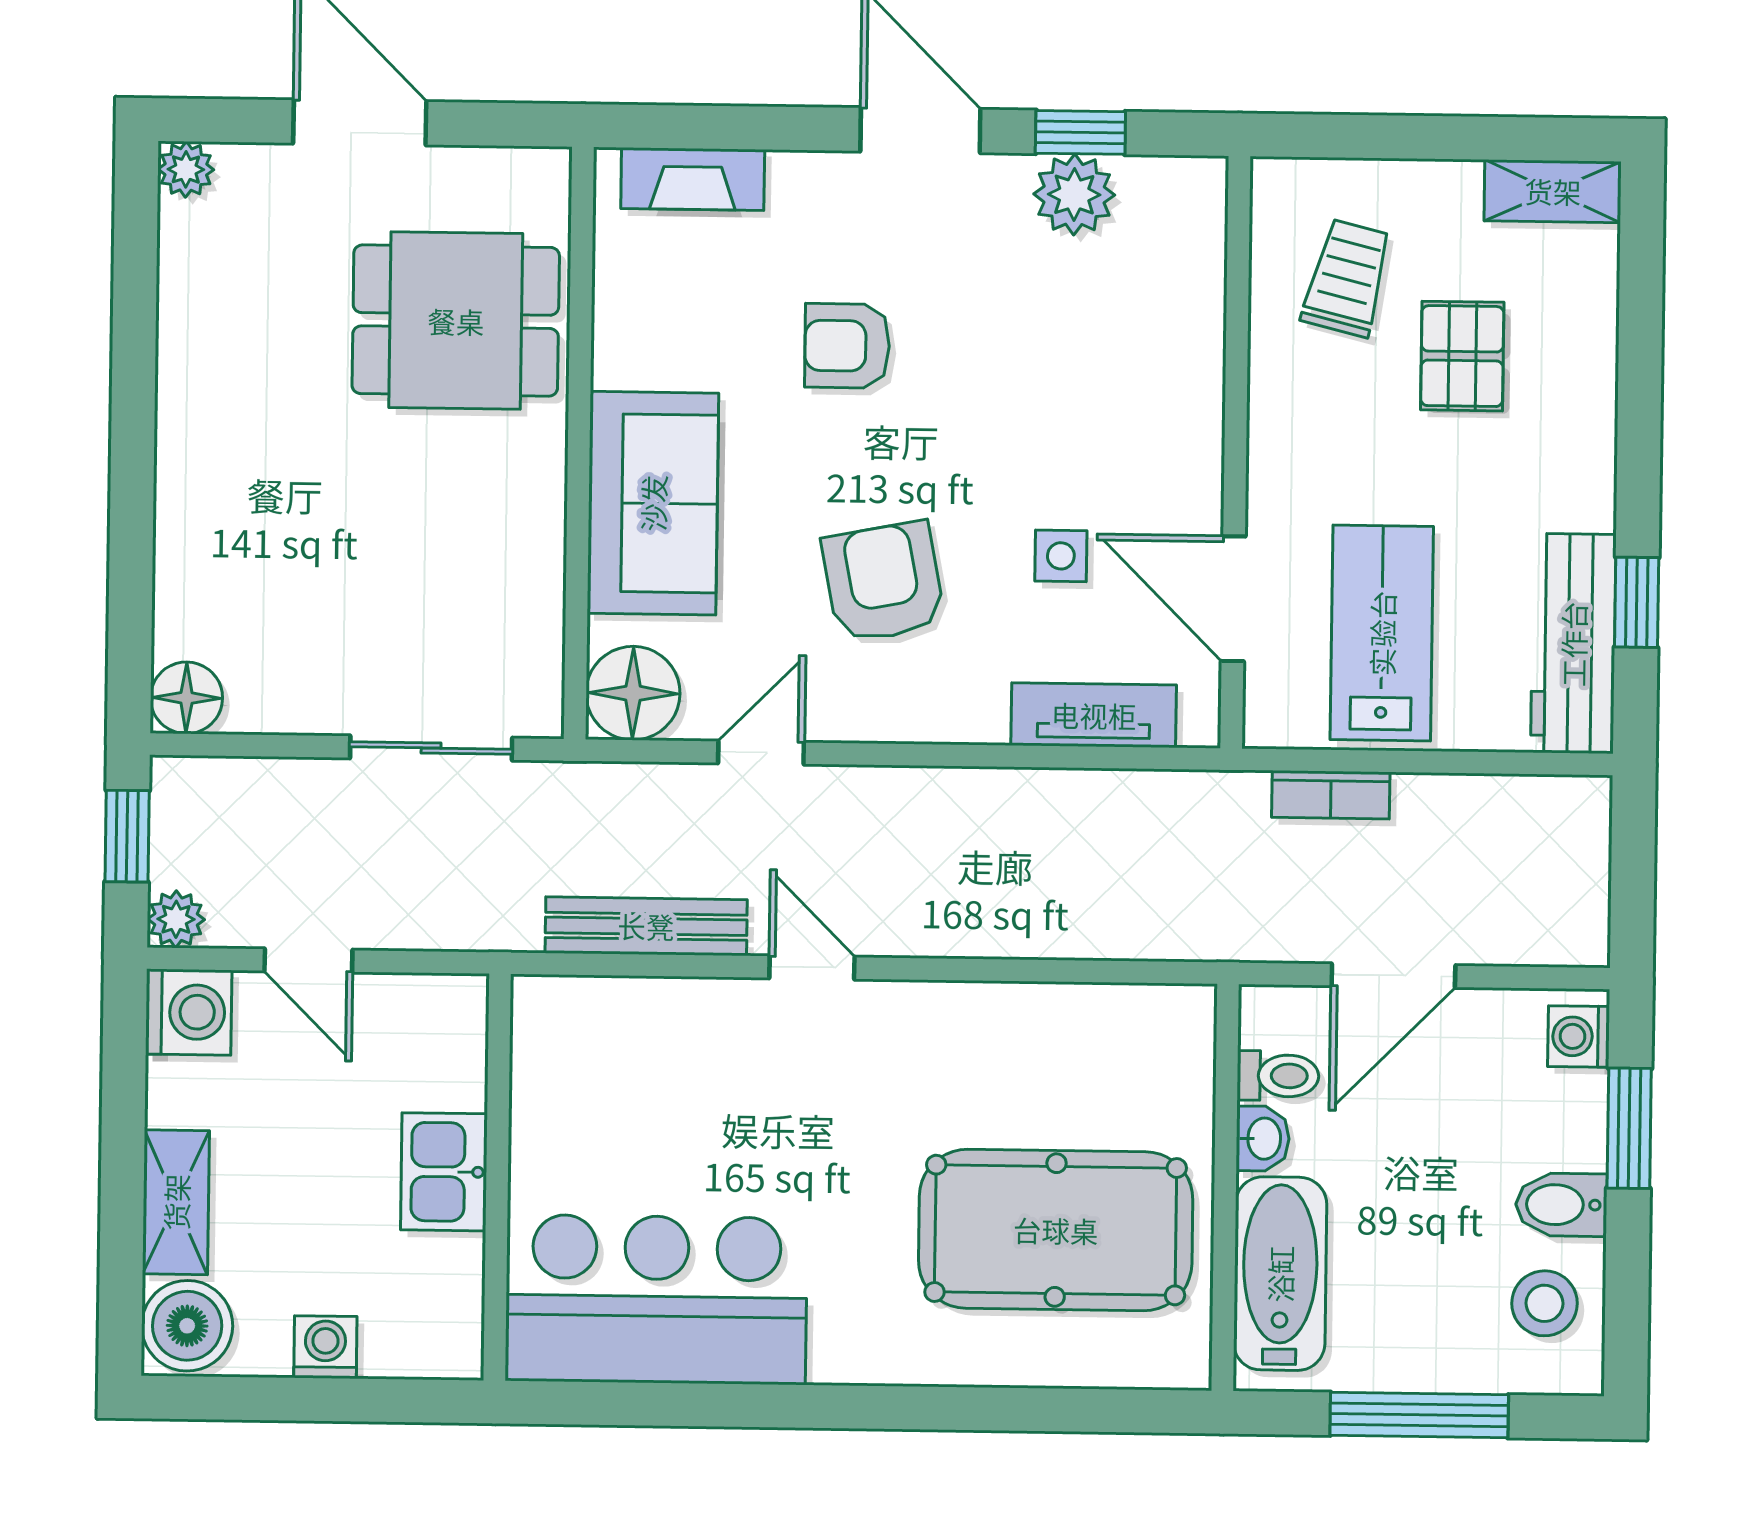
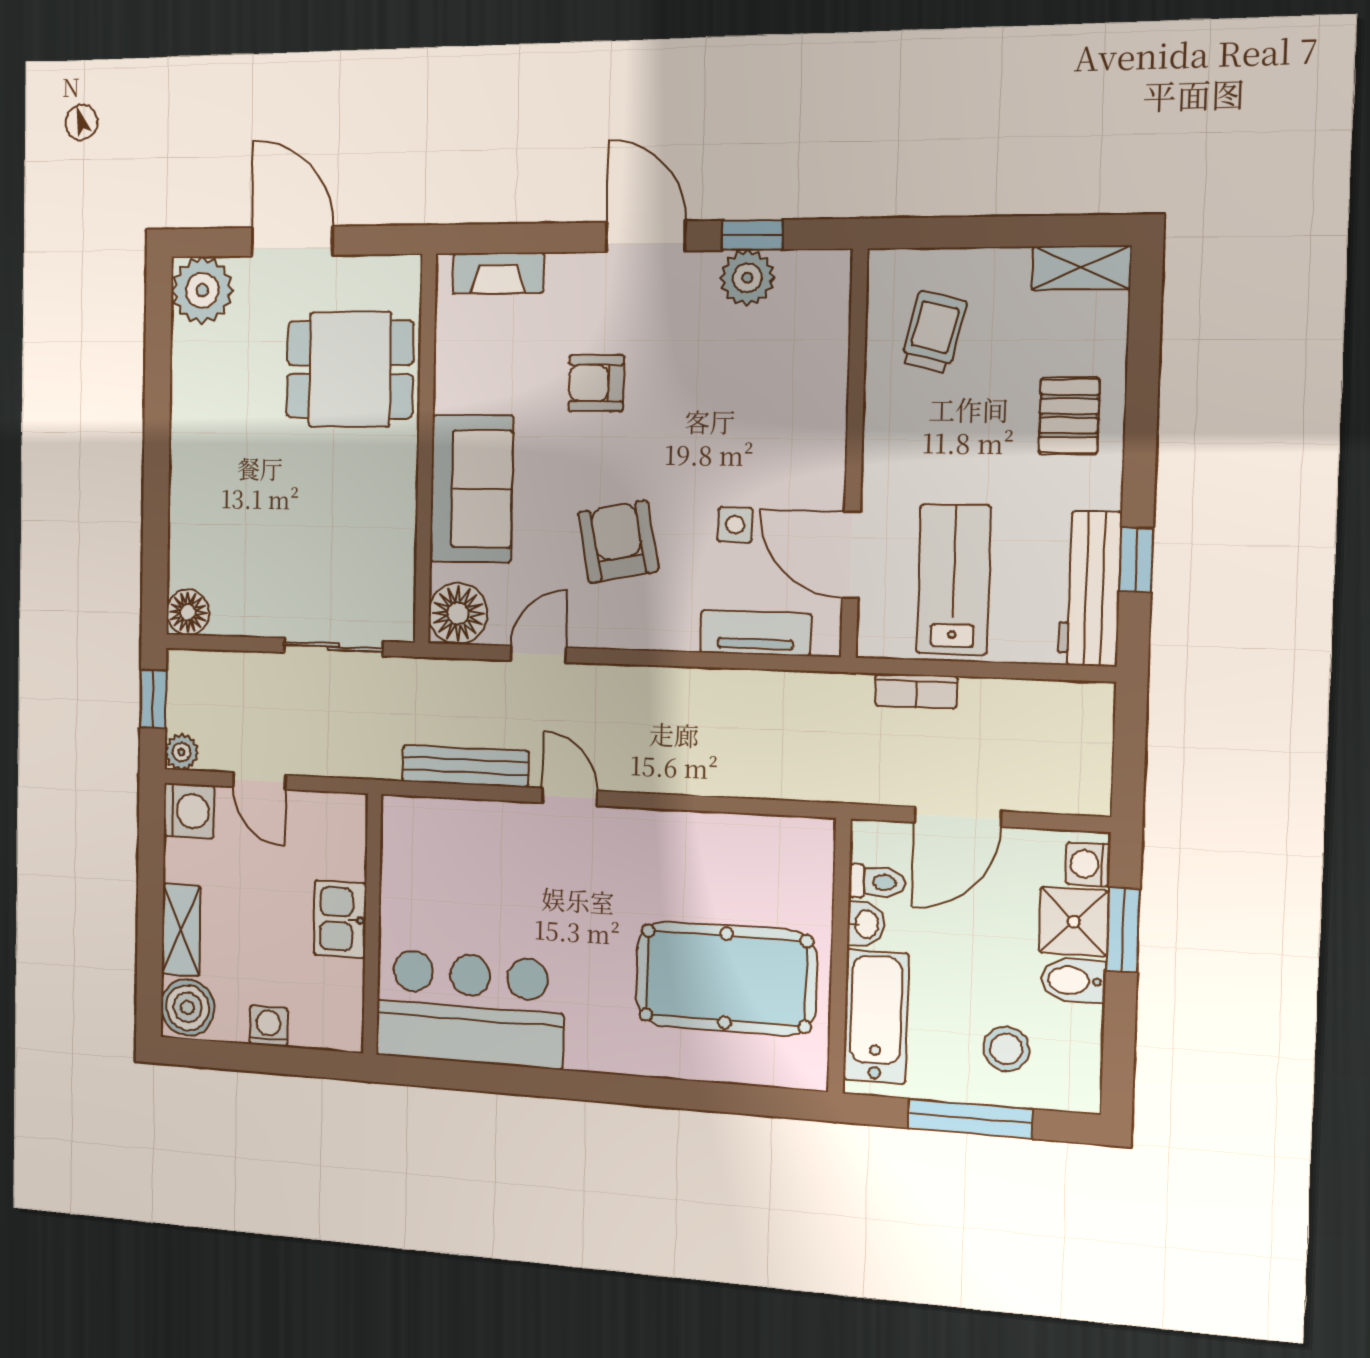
plant: (186, 169) -> (202, 290), width x1.88, depth x1.88
pallet: (1462, 356) -> (1069, 416), moved
shower: (1560, 1120) -> (1074, 922), added
stool: (1545, 1303) -> (1006, 1049), moved

